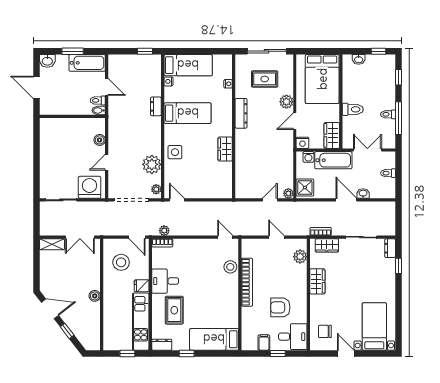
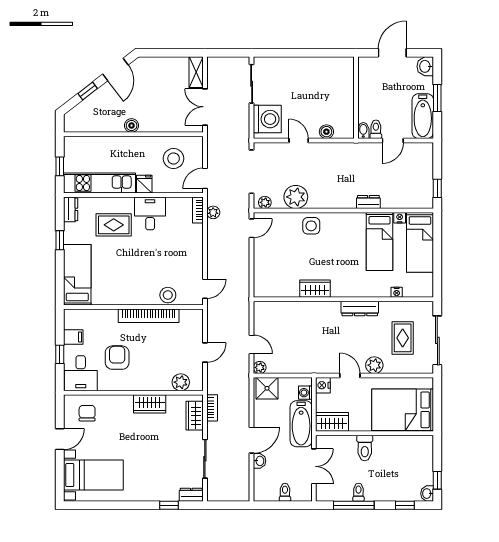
washbasin: (359, 59) -> (427, 494), moved
bed: (188, 113) -> (380, 242), moved

